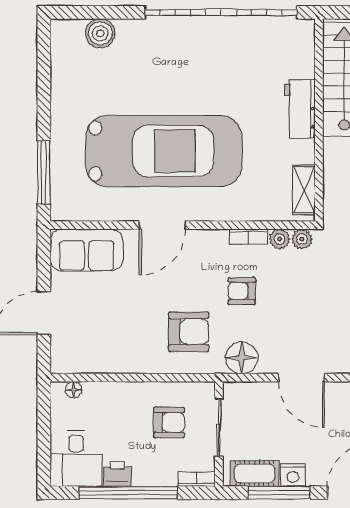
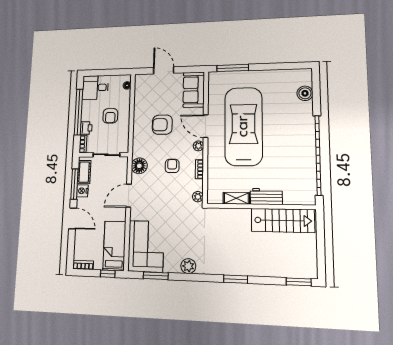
car: (164, 151) -> (243, 126), turned 180
shelving: (304, 190) -> (236, 198), moved
plant: (280, 239) -> (198, 146), moved
armchair: (189, 332) -> (162, 125), moved, turned 90
armchair: (169, 422) -> (110, 116), moved
printer: (117, 474) -> (86, 128), moved

